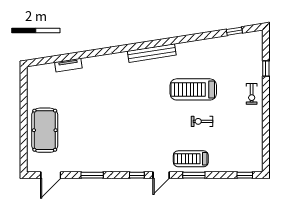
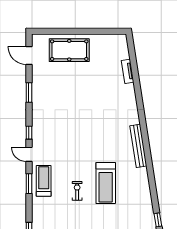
treadmill: (193, 89) -> (106, 183), turned 180

